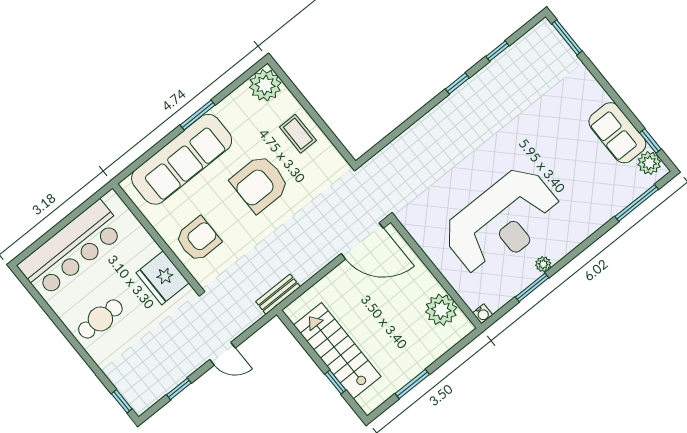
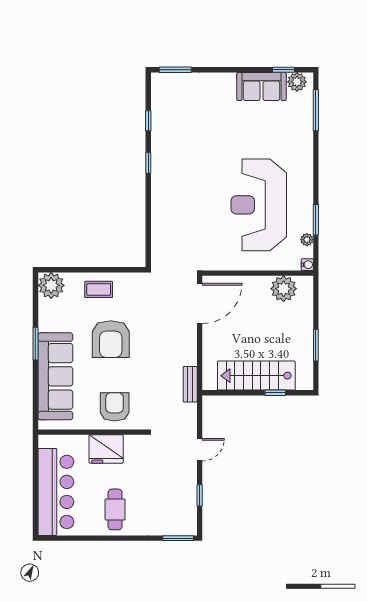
reception desk: (502, 221) -> (259, 205), turned 180
plant: (543, 264) -> (307, 240), moved
fridge: (163, 278) -> (106, 449), moved
window: (122, 401) -> (178, 538), width x1.50

